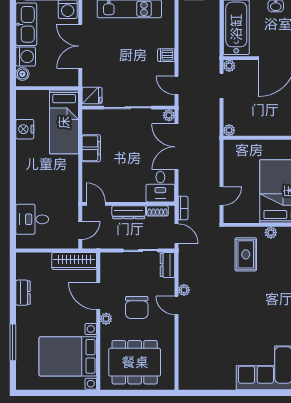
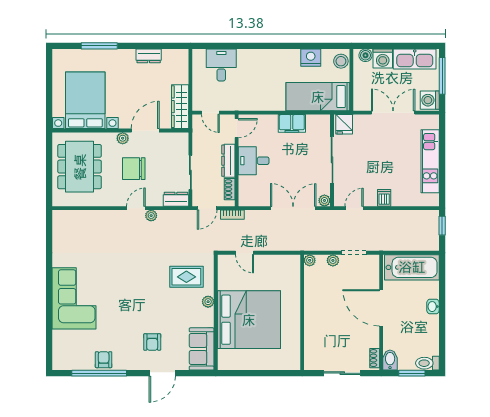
plant: (229, 66) -> (333, 260), moved
stool: (28, 99) -> (341, 61), added
desk: (160, 187) -> (254, 161), moved

